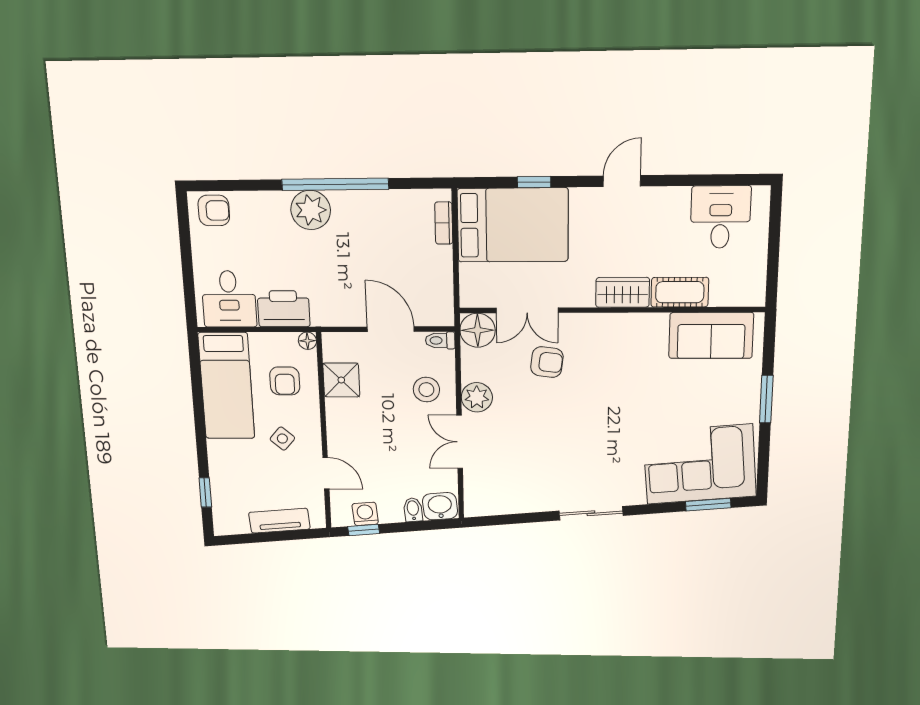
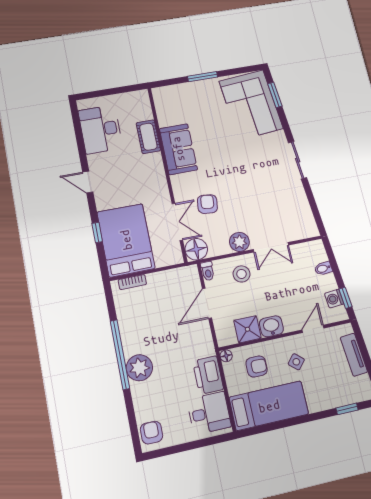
desk: (721, 217) -> (101, 129), width x1.37
wardrobe: (623, 292) -> (155, 169), removed
sofa: (711, 335) -> (178, 149), moved
washbasin: (440, 506) -> (271, 326), moved, turned 95

